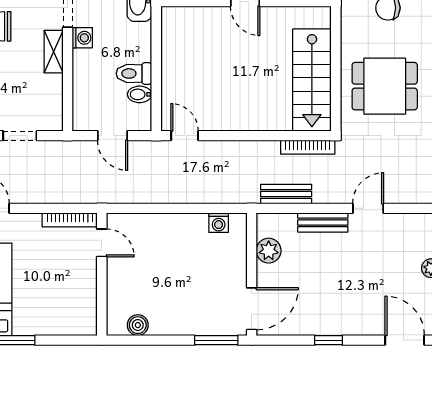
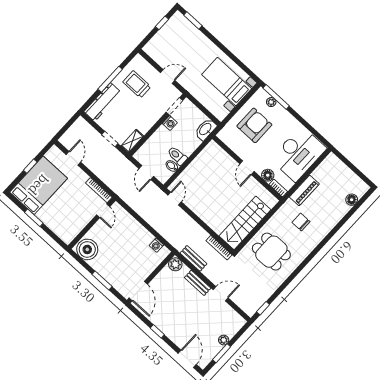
shelving: (54, 52) -> (132, 141), moved
plant: (269, 251) -> (175, 264), moved
door: (252, 309) -> (138, 291), hinge flipped
boiler: (138, 325) -> (87, 249), width x1.86, depth x1.86
window: (216, 340) -> (102, 280), moved

